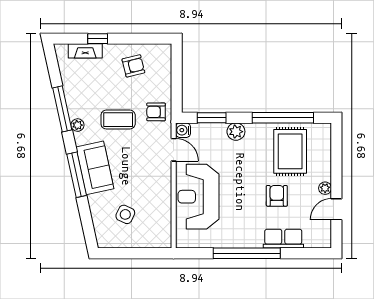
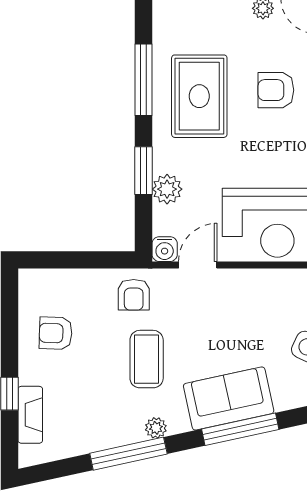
armchair: (133, 66) -> (56, 333), turned -74
window: (212, 118) -> (143, 171), moved
window: (283, 118) -> (143, 80), width x0.68
plant: (236, 132) -> (167, 189), moved
rug: (290, 151) -> (199, 96), moved, turned 90

